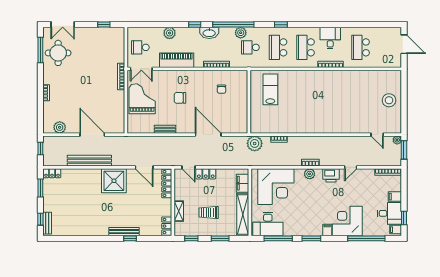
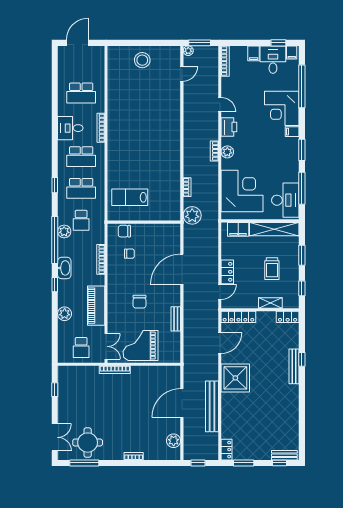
chair: (241, 85) -> (124, 231), added

